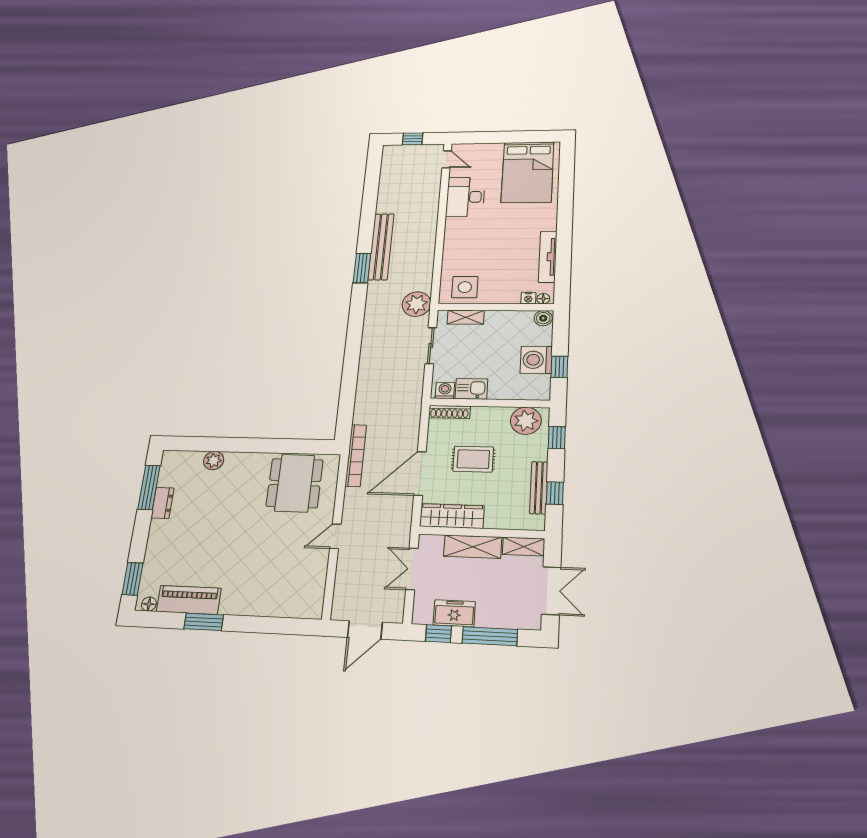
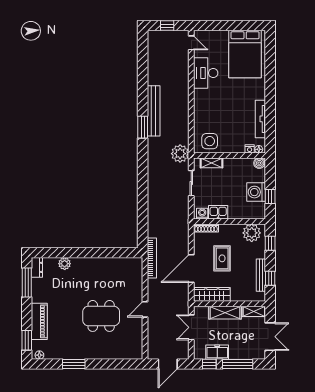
rug: (473, 459) -> (222, 258), turned 90
dining table: (295, 483) -> (101, 316), moved, turned 90
dresser: (162, 503) -> (37, 267), moved
piano: (189, 600) -> (39, 321), moved, turned 90

